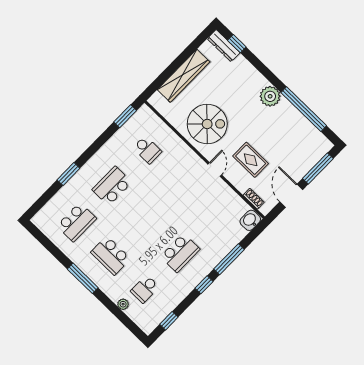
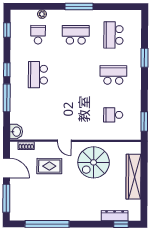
dresser: (224, 46) -> (115, 216), moved
plant: (270, 96) -> (73, 213), removed
school desk: (112, 186) -> (113, 75), turned -90

